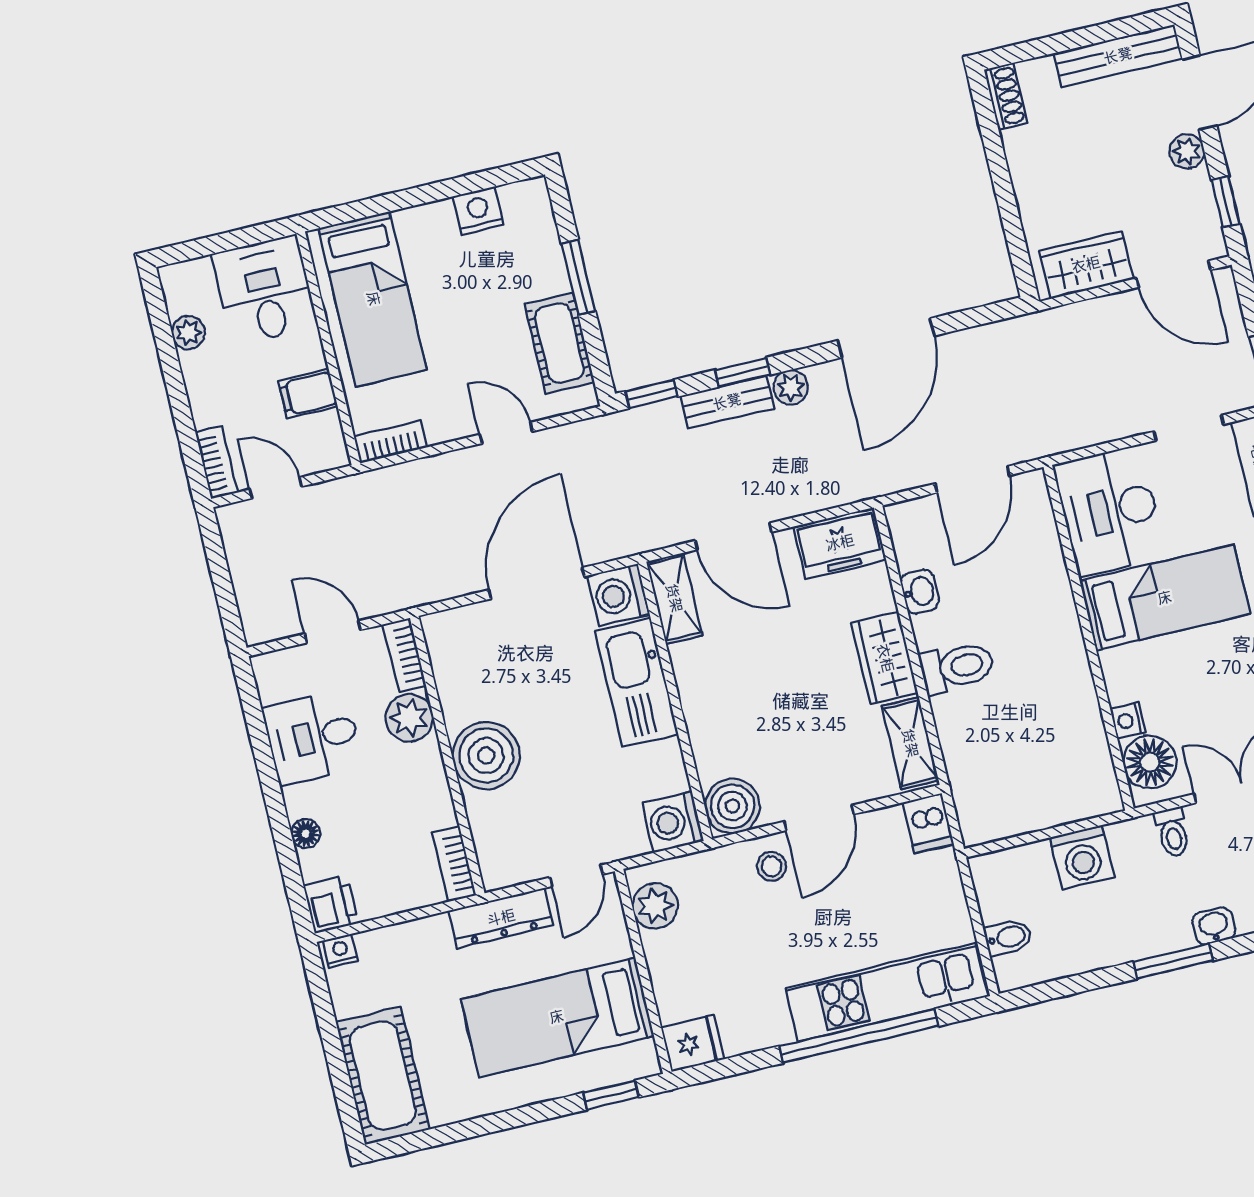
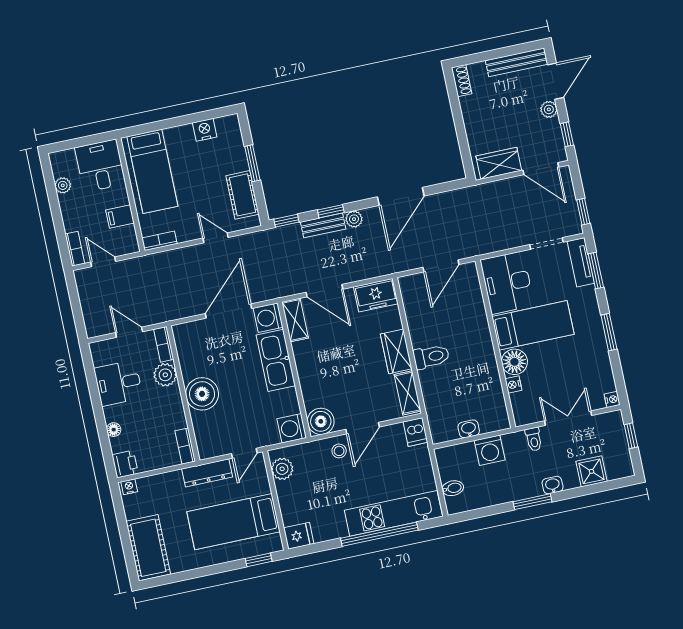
washbasin: (920, 591) -> (469, 429), moved, turned -90
floor lamp: (1150, 762) -> (514, 362), moved

